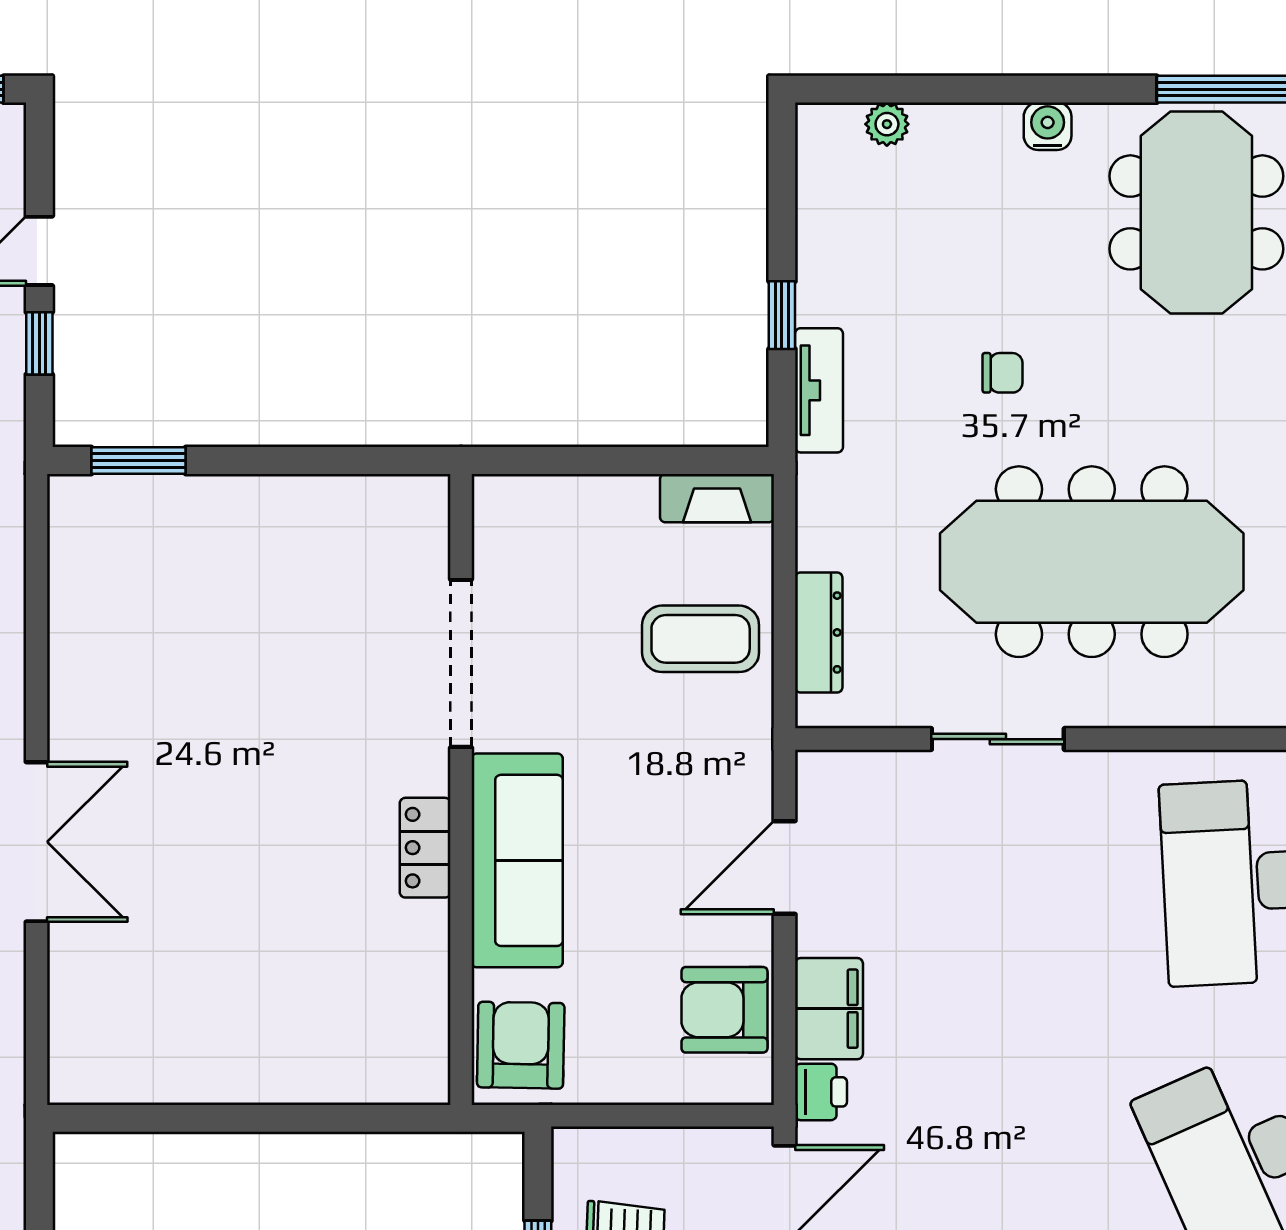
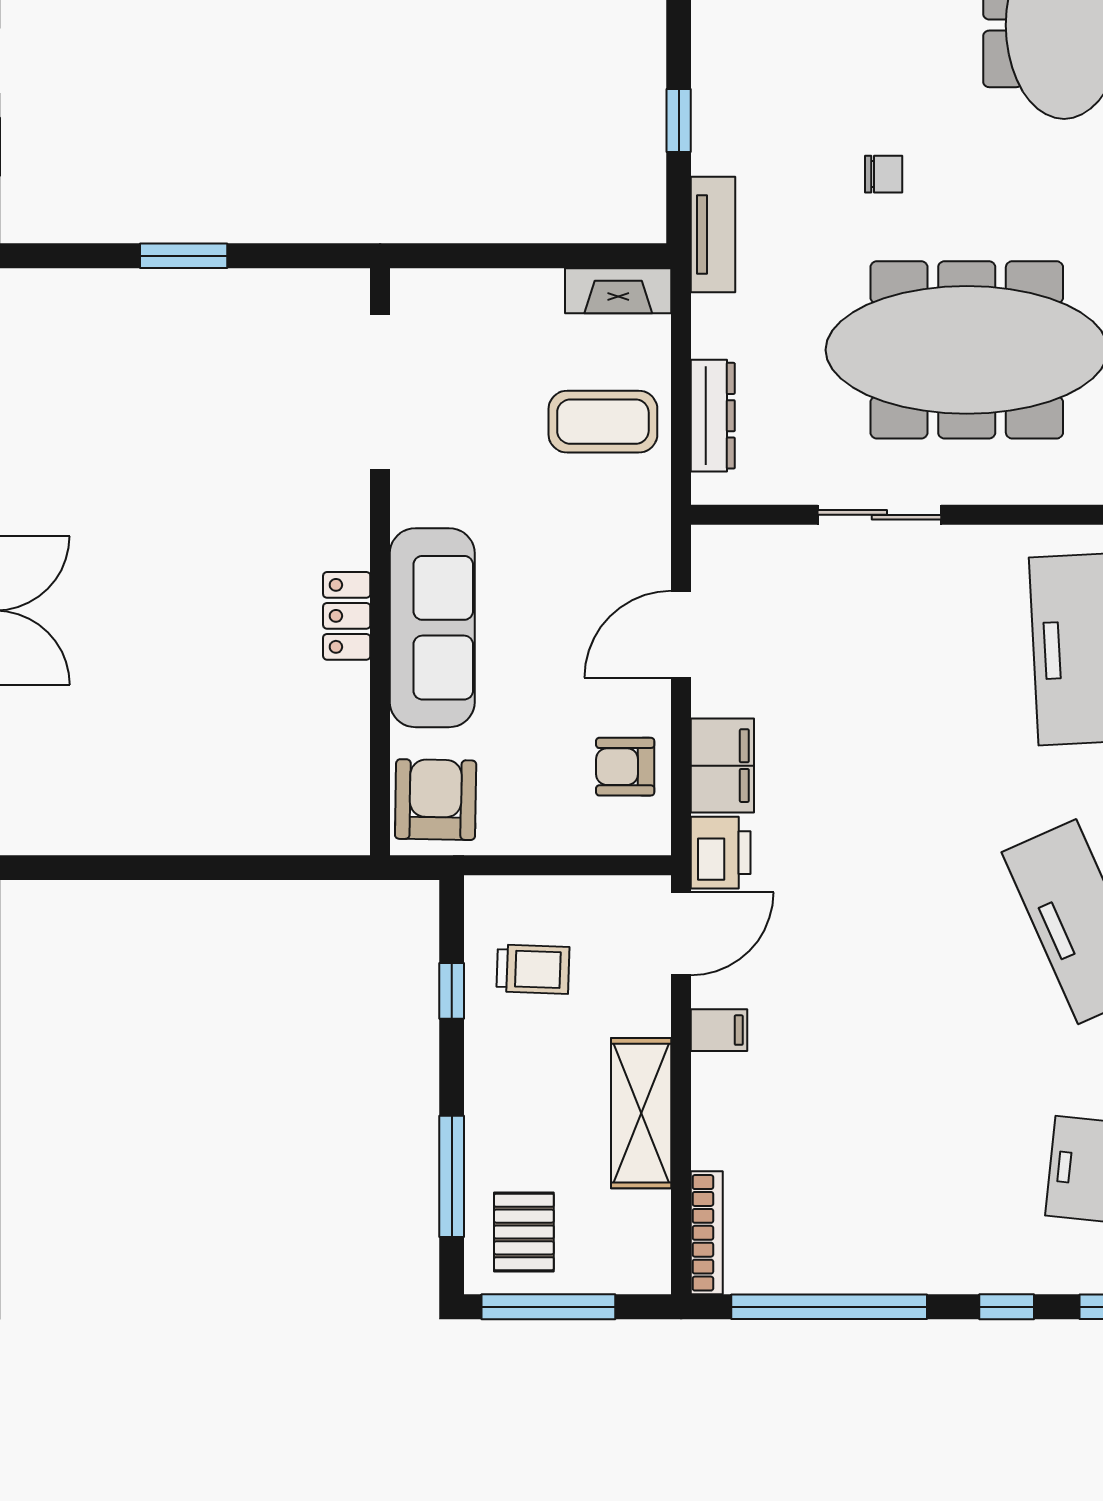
tv unit: (819, 390) -> (713, 235), moved
window: (138, 461) -> (184, 256), moved
doorway: (461, 663) -> (380, 392), moved
armchair: (724, 1010) -> (625, 767), width x0.72, depth x0.72
printer: (821, 1092) -> (721, 853), width x1.36, depth x1.24

